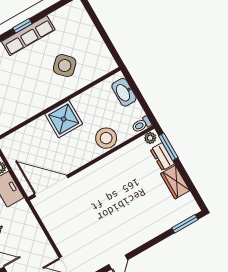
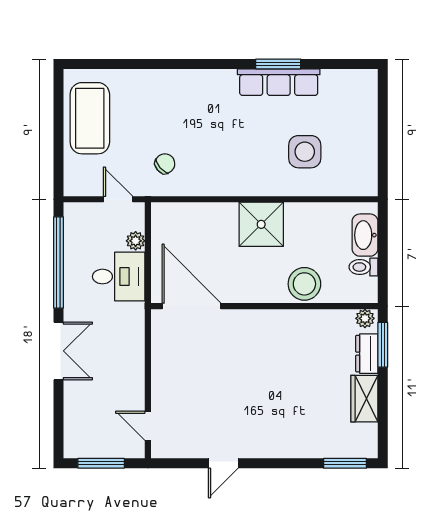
window: (22, 26) -> (278, 64), width x1.50
side table: (65, 66) -> (305, 152), turned 45
toilet: (141, 125) -> (364, 267), moved

